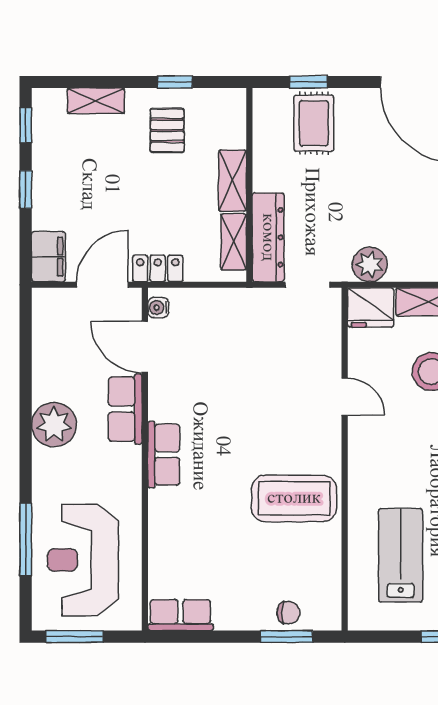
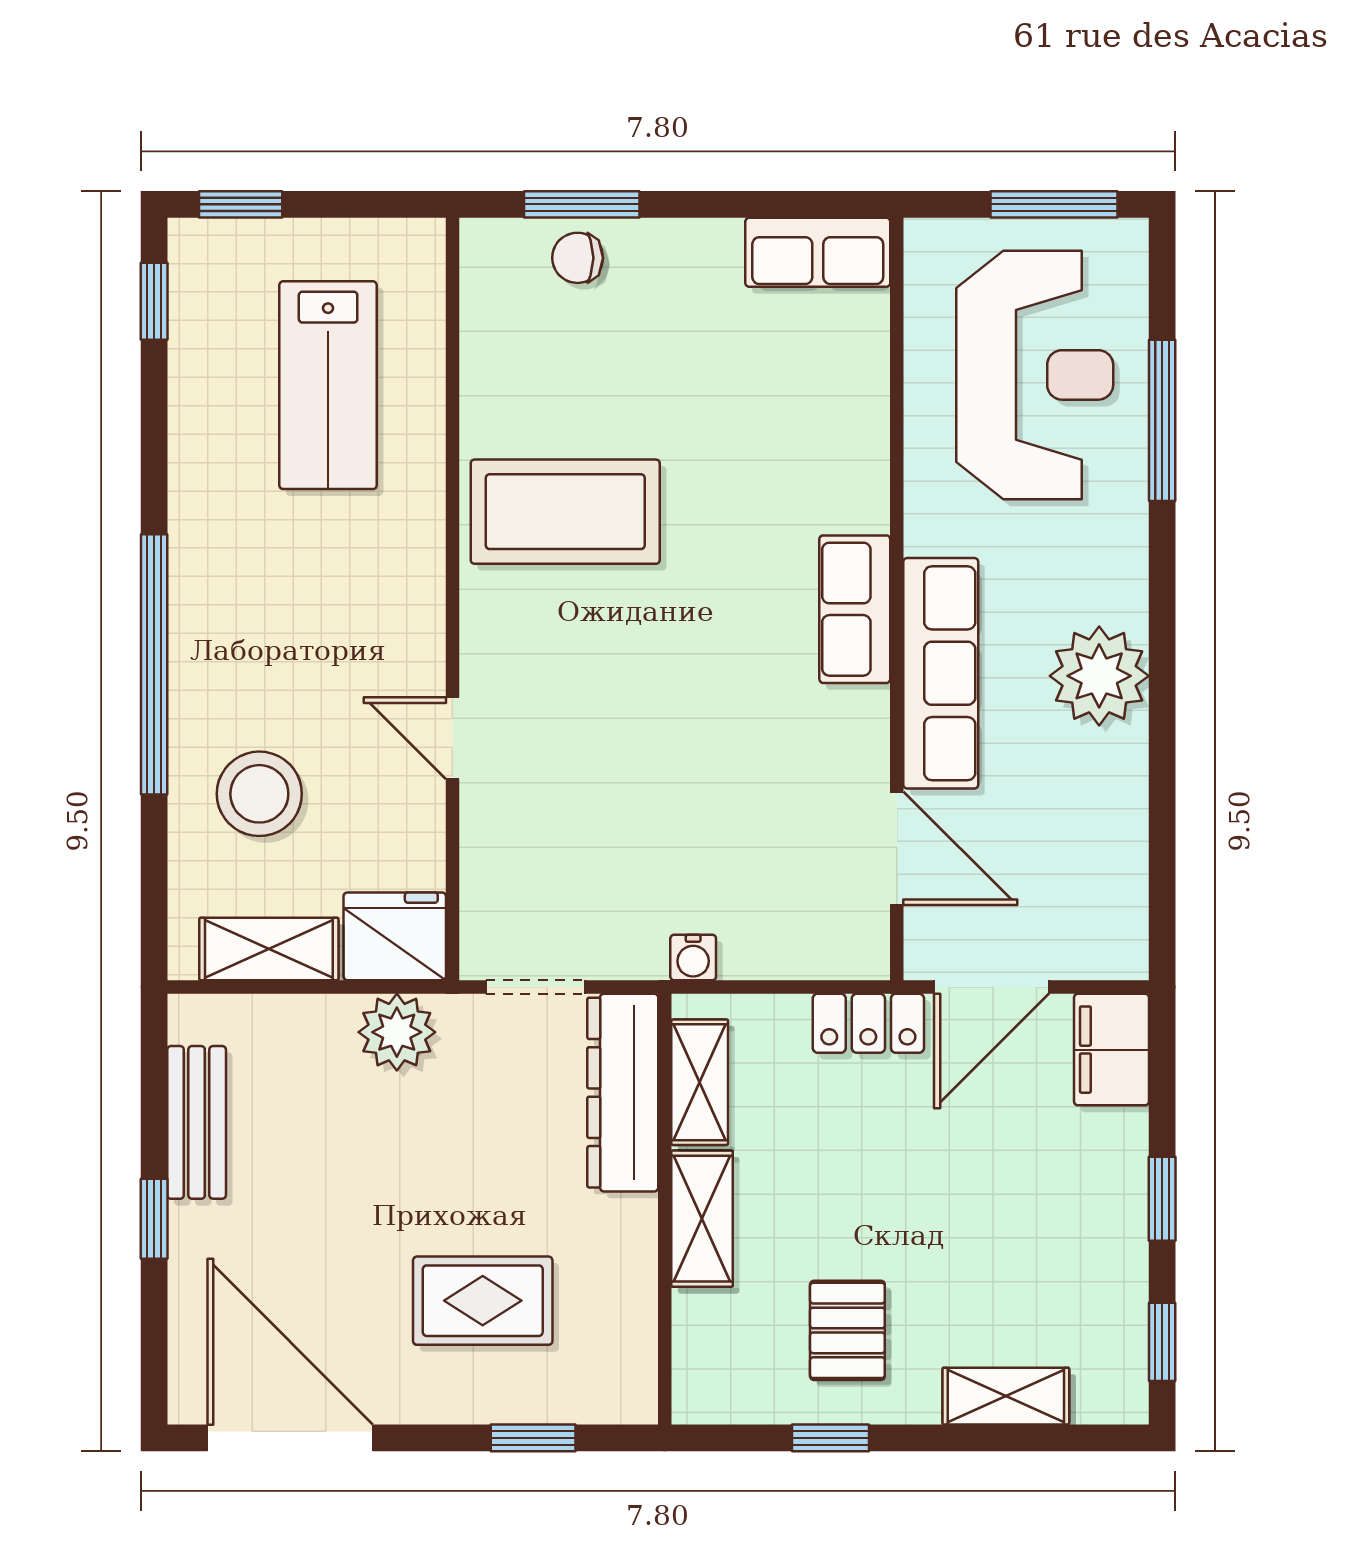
rug: (314, 123) -> (483, 1301), moved, turned 90
water cooler: (158, 308) -> (693, 957), moved, turned 90
row of seats: (125, 409) -> (941, 673), width x1.48

